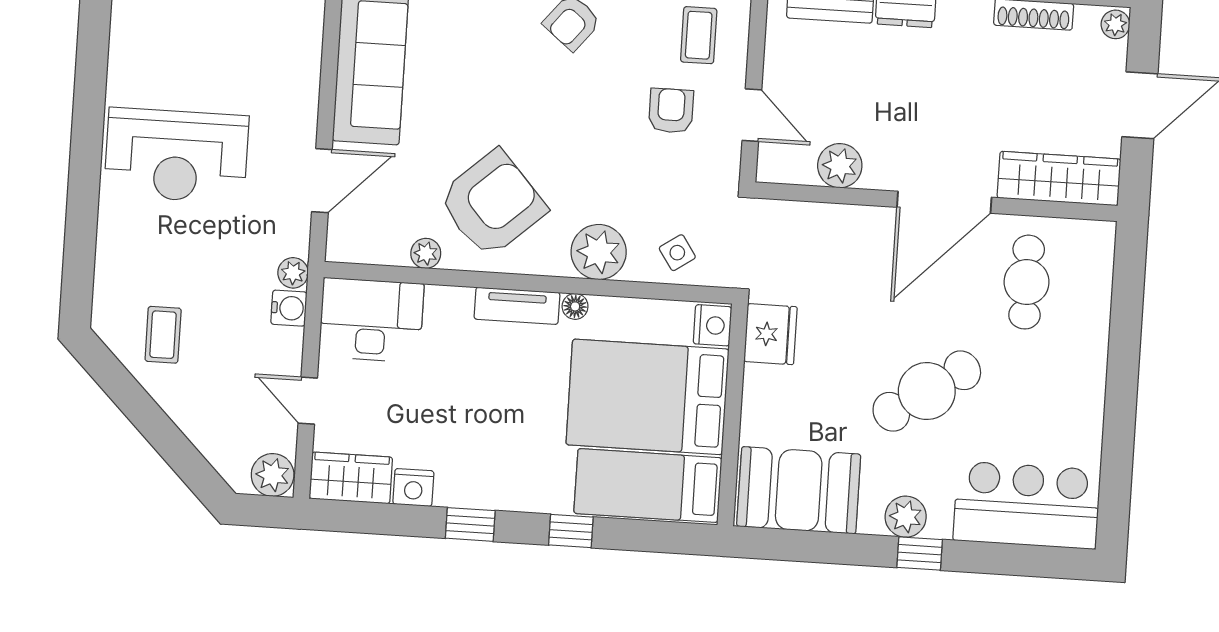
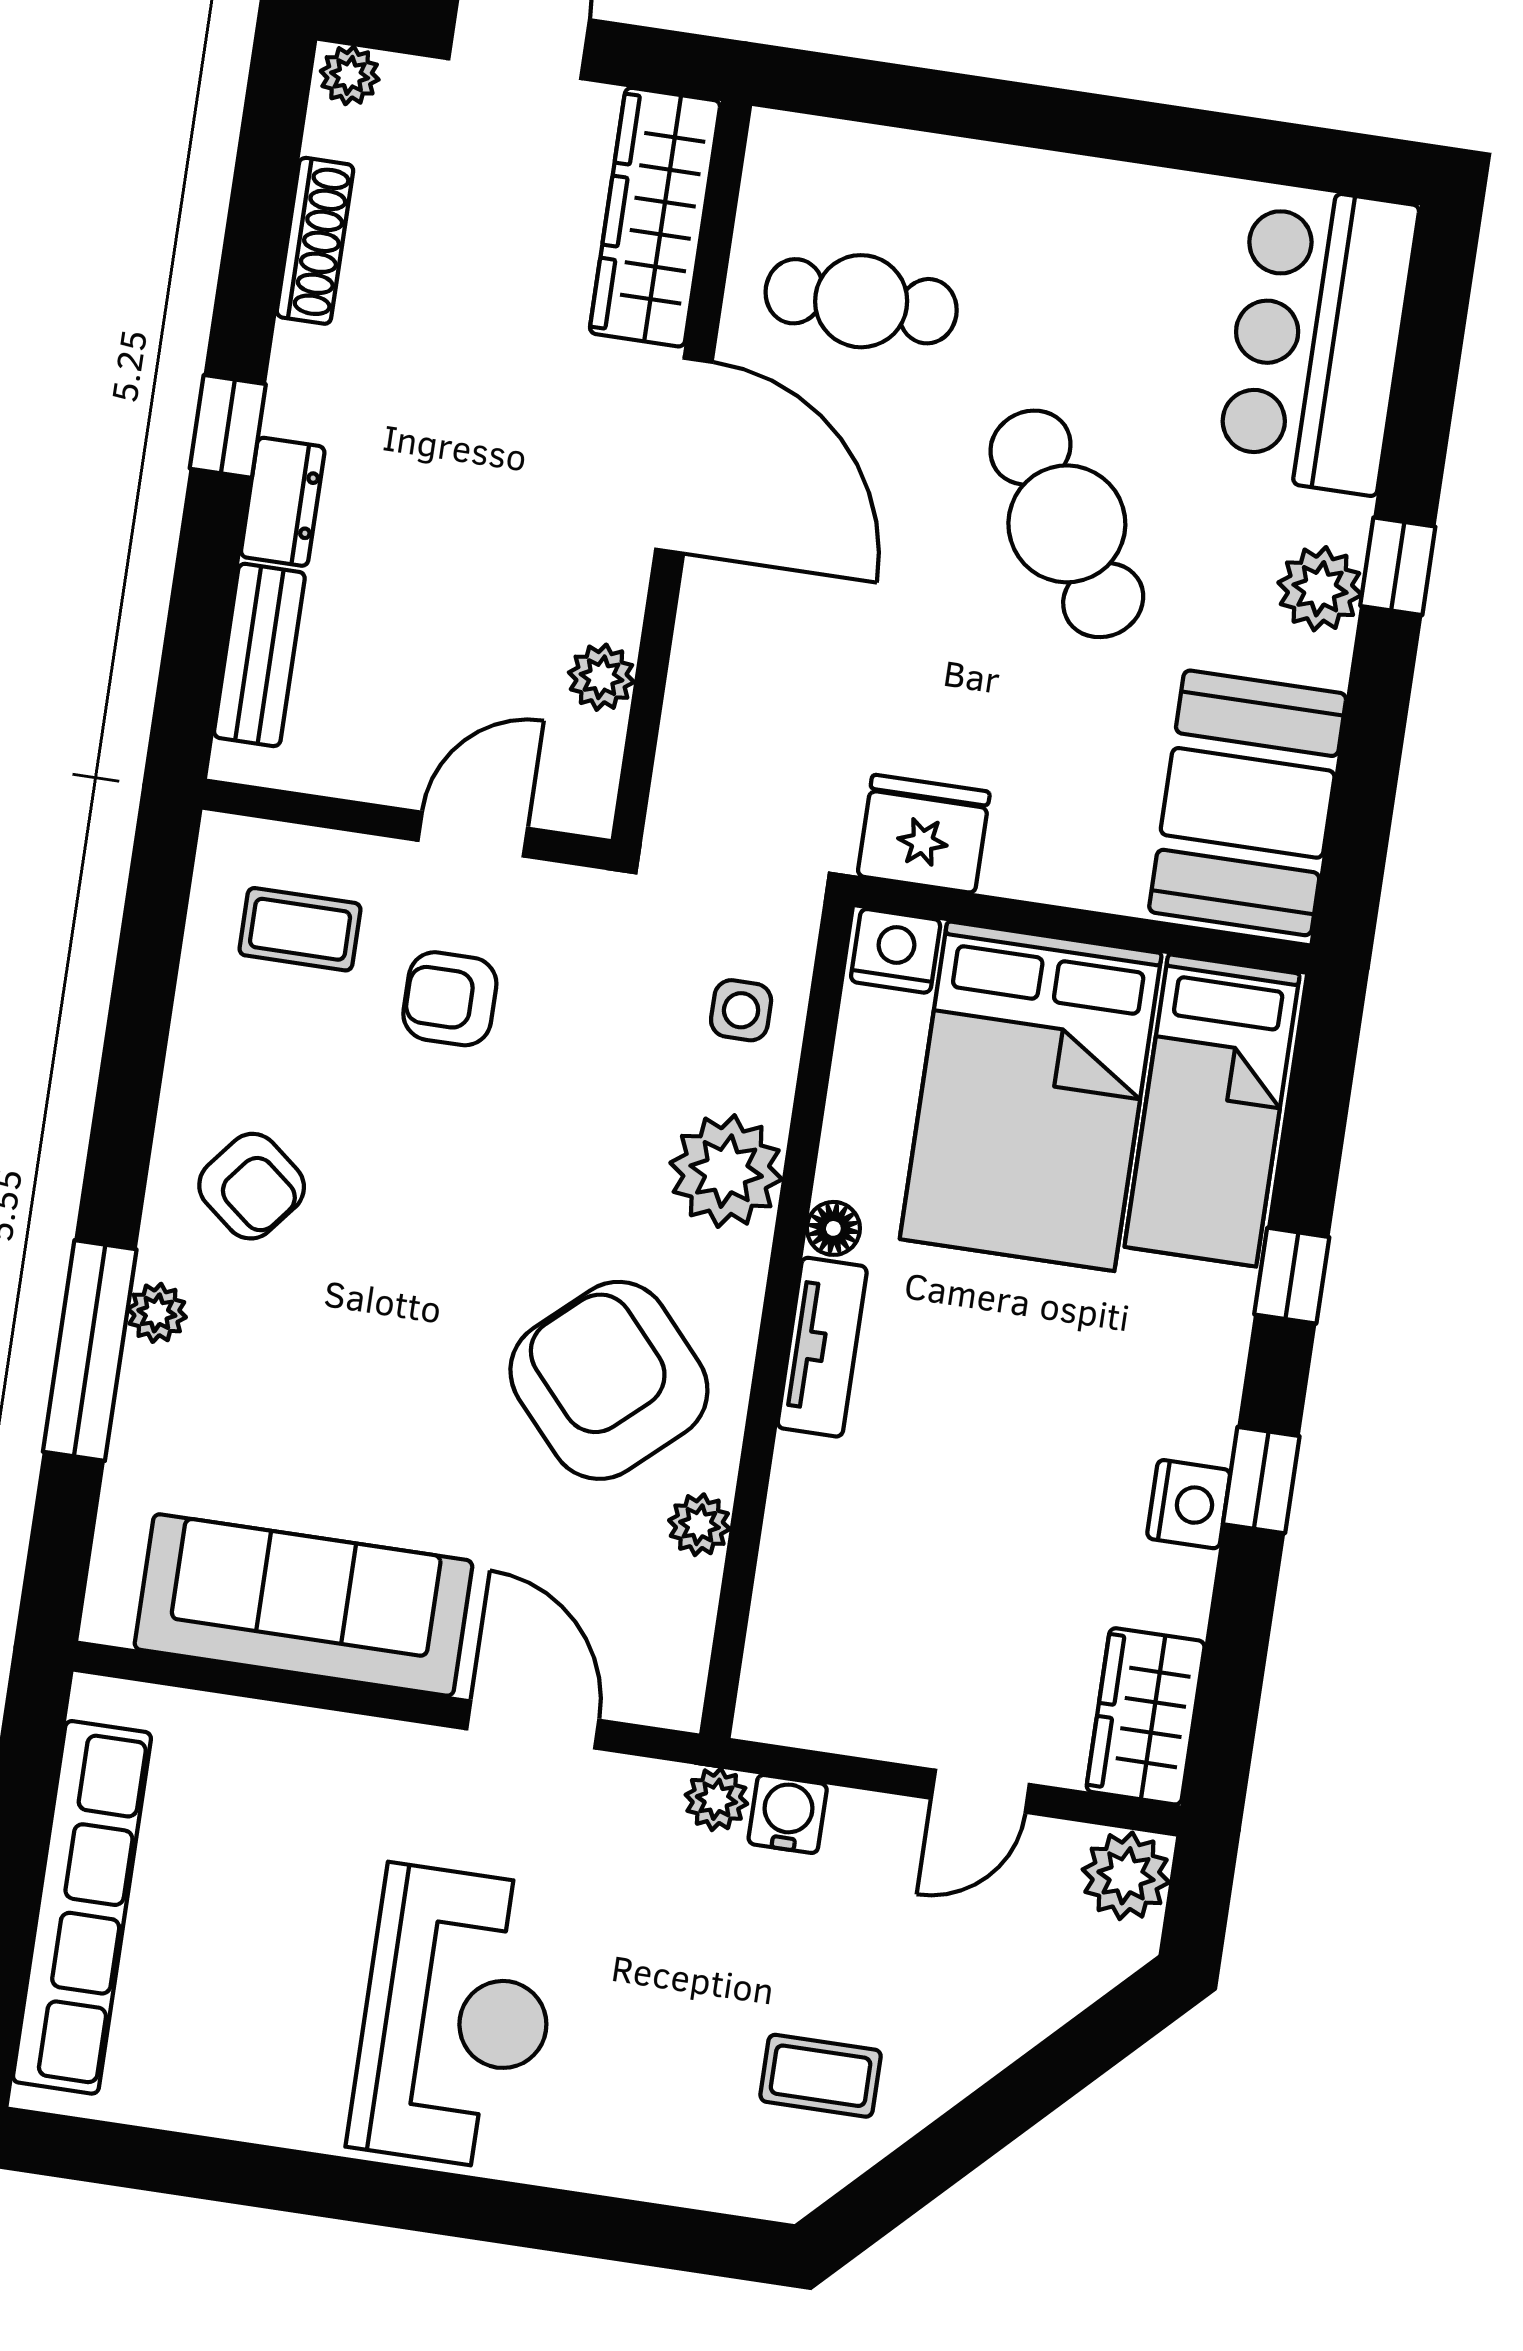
plant: (840, 166) -> (601, 677), width x0.73, depth x0.73
side table: (677, 253) -> (741, 1010), turned 34
desk: (371, 320) -> (826, 1648), removed
nightstand: (413, 487) -> (1189, 1504), moved

